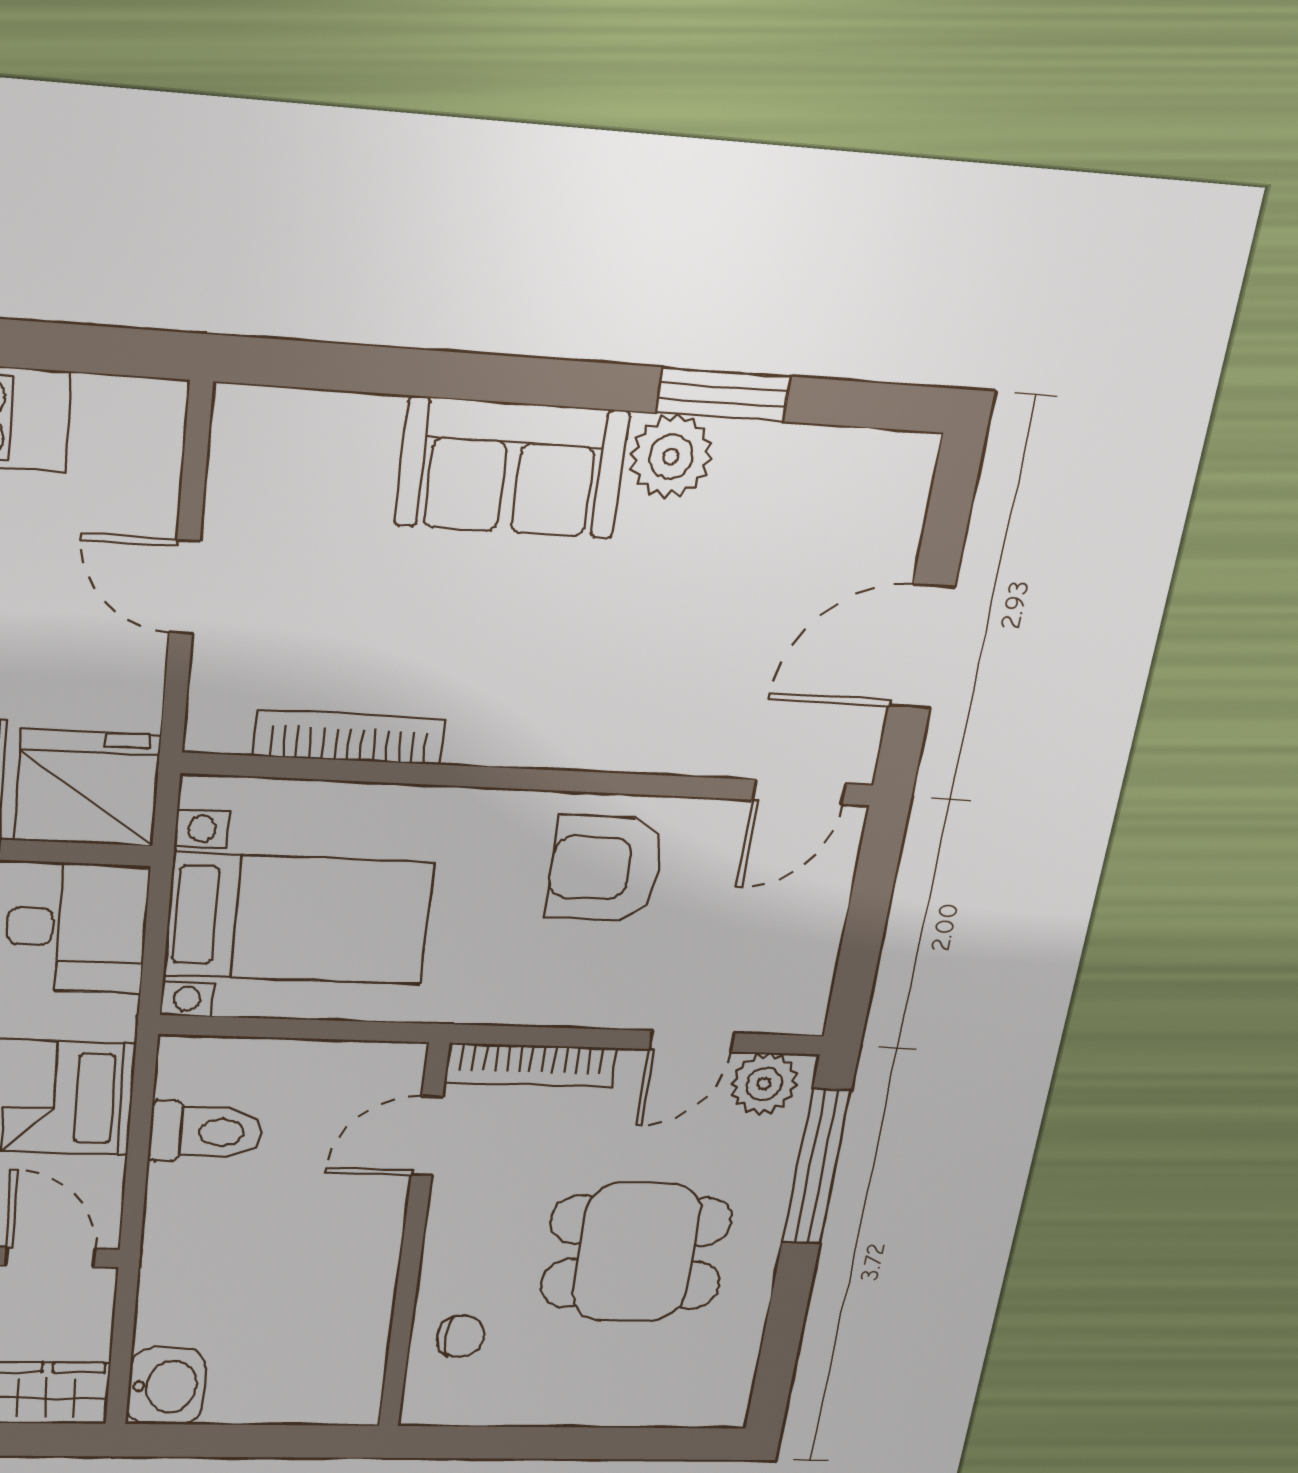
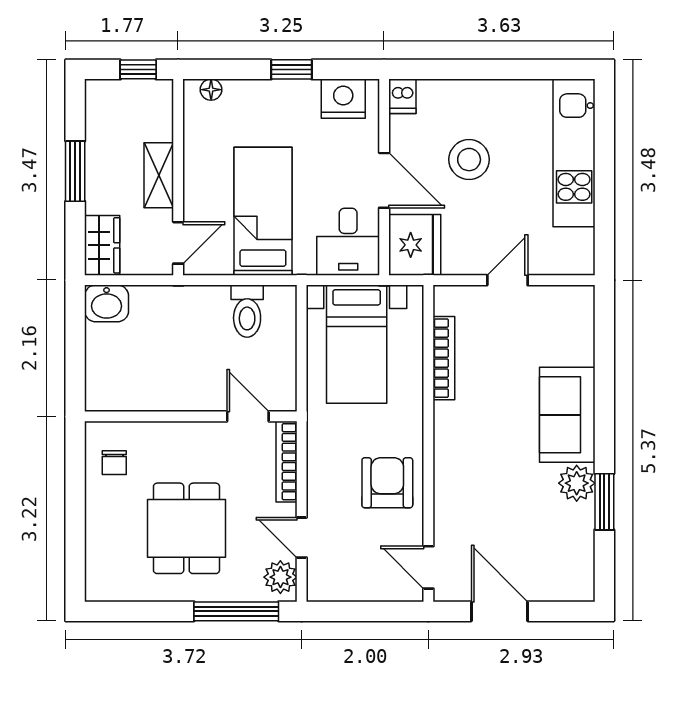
chair: (460, 1336) -> (114, 463), moved

